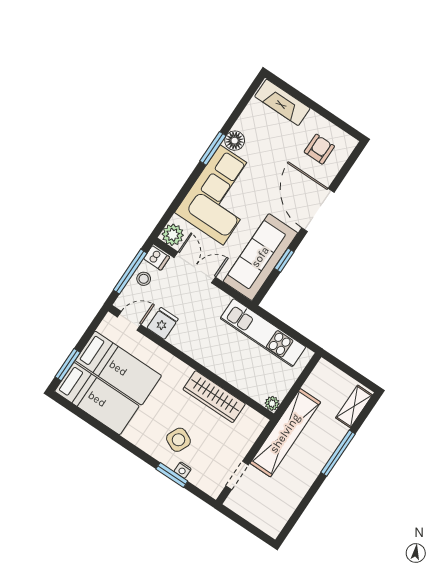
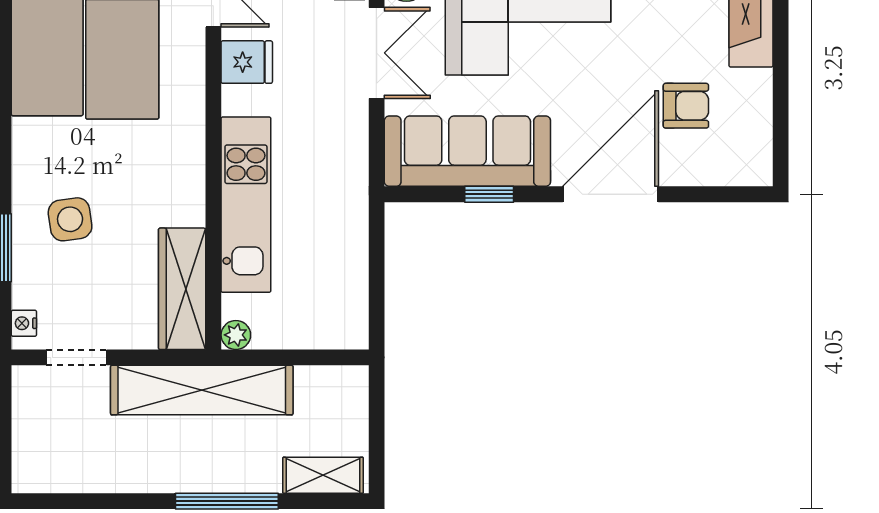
armchair: (319, 149) -> (686, 106), moved
kitchen unit: (263, 333) -> (246, 205), moved, turned 180
wardrobe: (214, 397) -> (182, 289), moved
side table: (178, 440) -> (70, 219), turned -33
nightstand: (183, 470) -> (24, 323), moved

